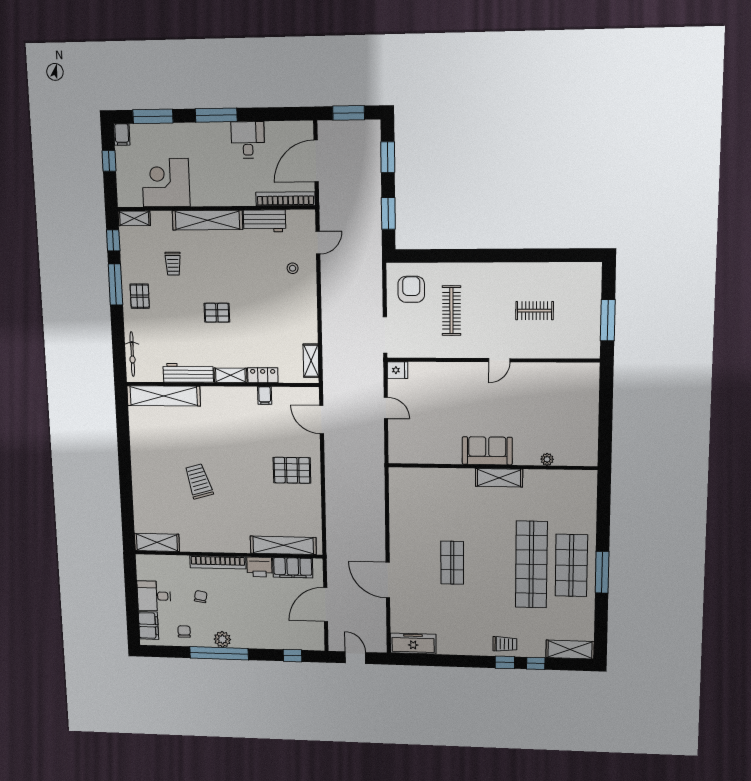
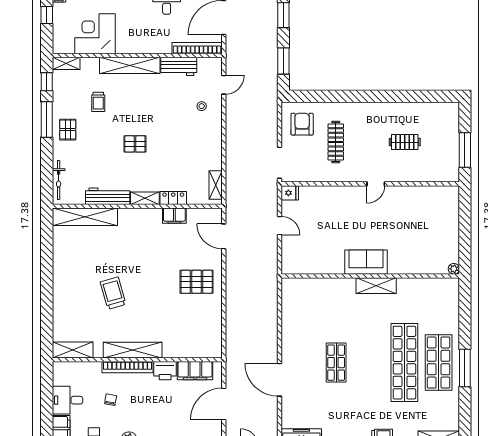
filing cabinet: (265, 395) -> (174, 216), width x2.00
plant: (547, 459) -> (454, 269), moved
shelving: (283, 545) -> (133, 350), moved

